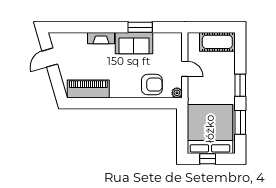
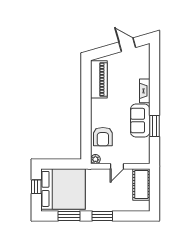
cot: (217, 42) -> (141, 184), moved

